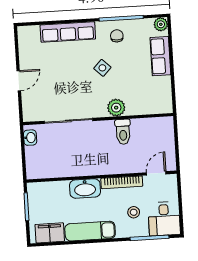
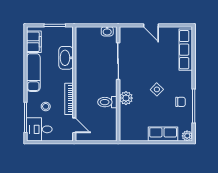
row of seats: (68, 32) -> (186, 50), moved
washbasin: (85, 189) -> (66, 58), moved

